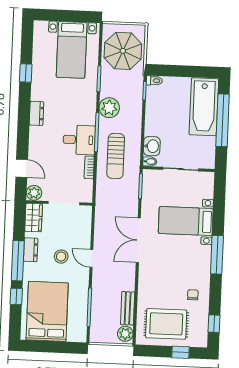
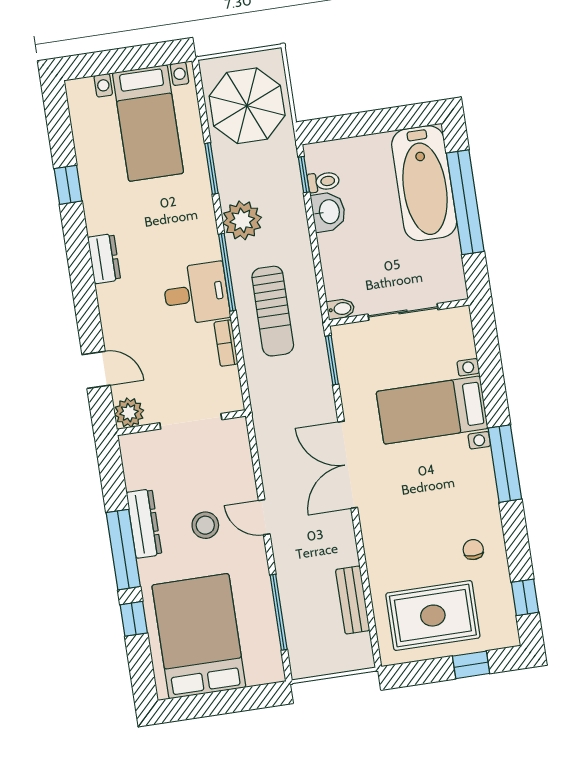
toilet: (154, 81) -> (323, 182), moved
washbasin: (152, 146) -> (328, 212), moved
wardrobe: (34, 217) -> (137, 460), removed
dresser: (31, 250) -> (144, 524), width x1.44
plant: (125, 334) -> (358, 650), removed

